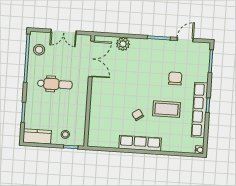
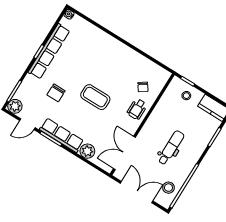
double door: (64, 32) -> (137, 192), width x1.37
plant: (203, 49) -> (15, 106), added
dental chair: (55, 84) -> (171, 148), turned 90
wheelchair: (100, 101) -> (137, 109), added
coffee table: (166, 109) -> (95, 97), moved
chair: (138, 115) -> (143, 87), moved
row of seats: (140, 143) -> (62, 135), moved, turned 180

